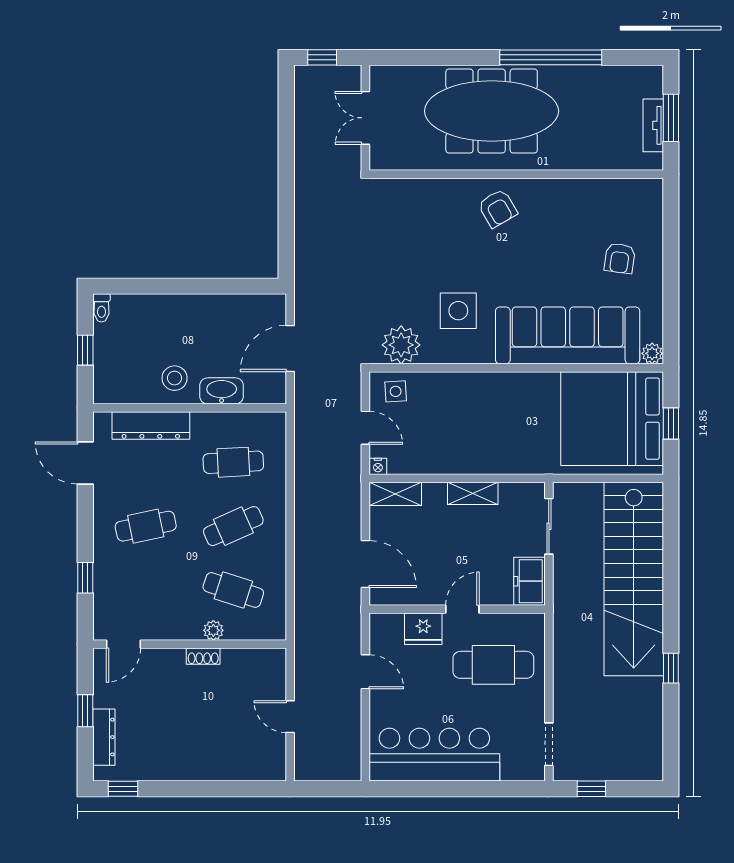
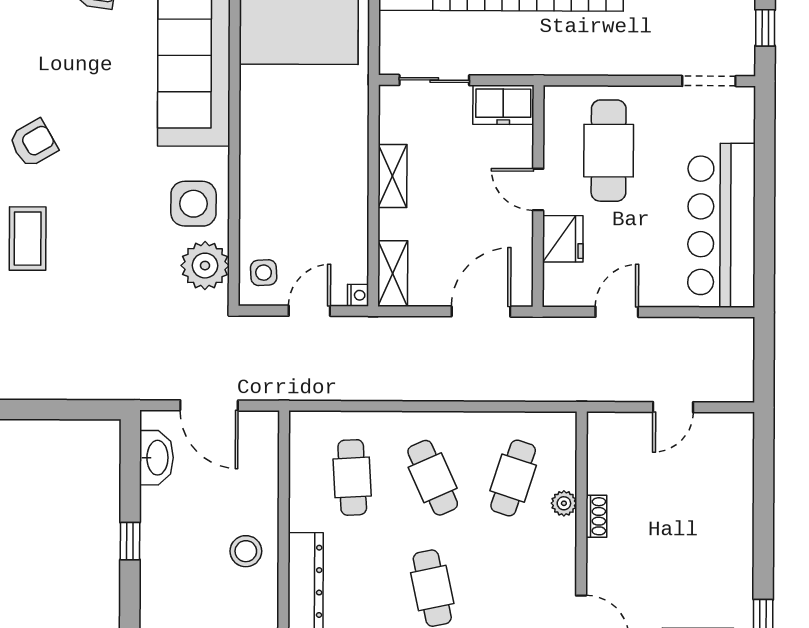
coffee table: (422, 204) -> (28, 239), added
window: (182, 286) -> (130, 541), added
side table: (458, 311) -> (193, 204), moved
washbasin: (222, 391) -> (156, 458), moved, turned 180

